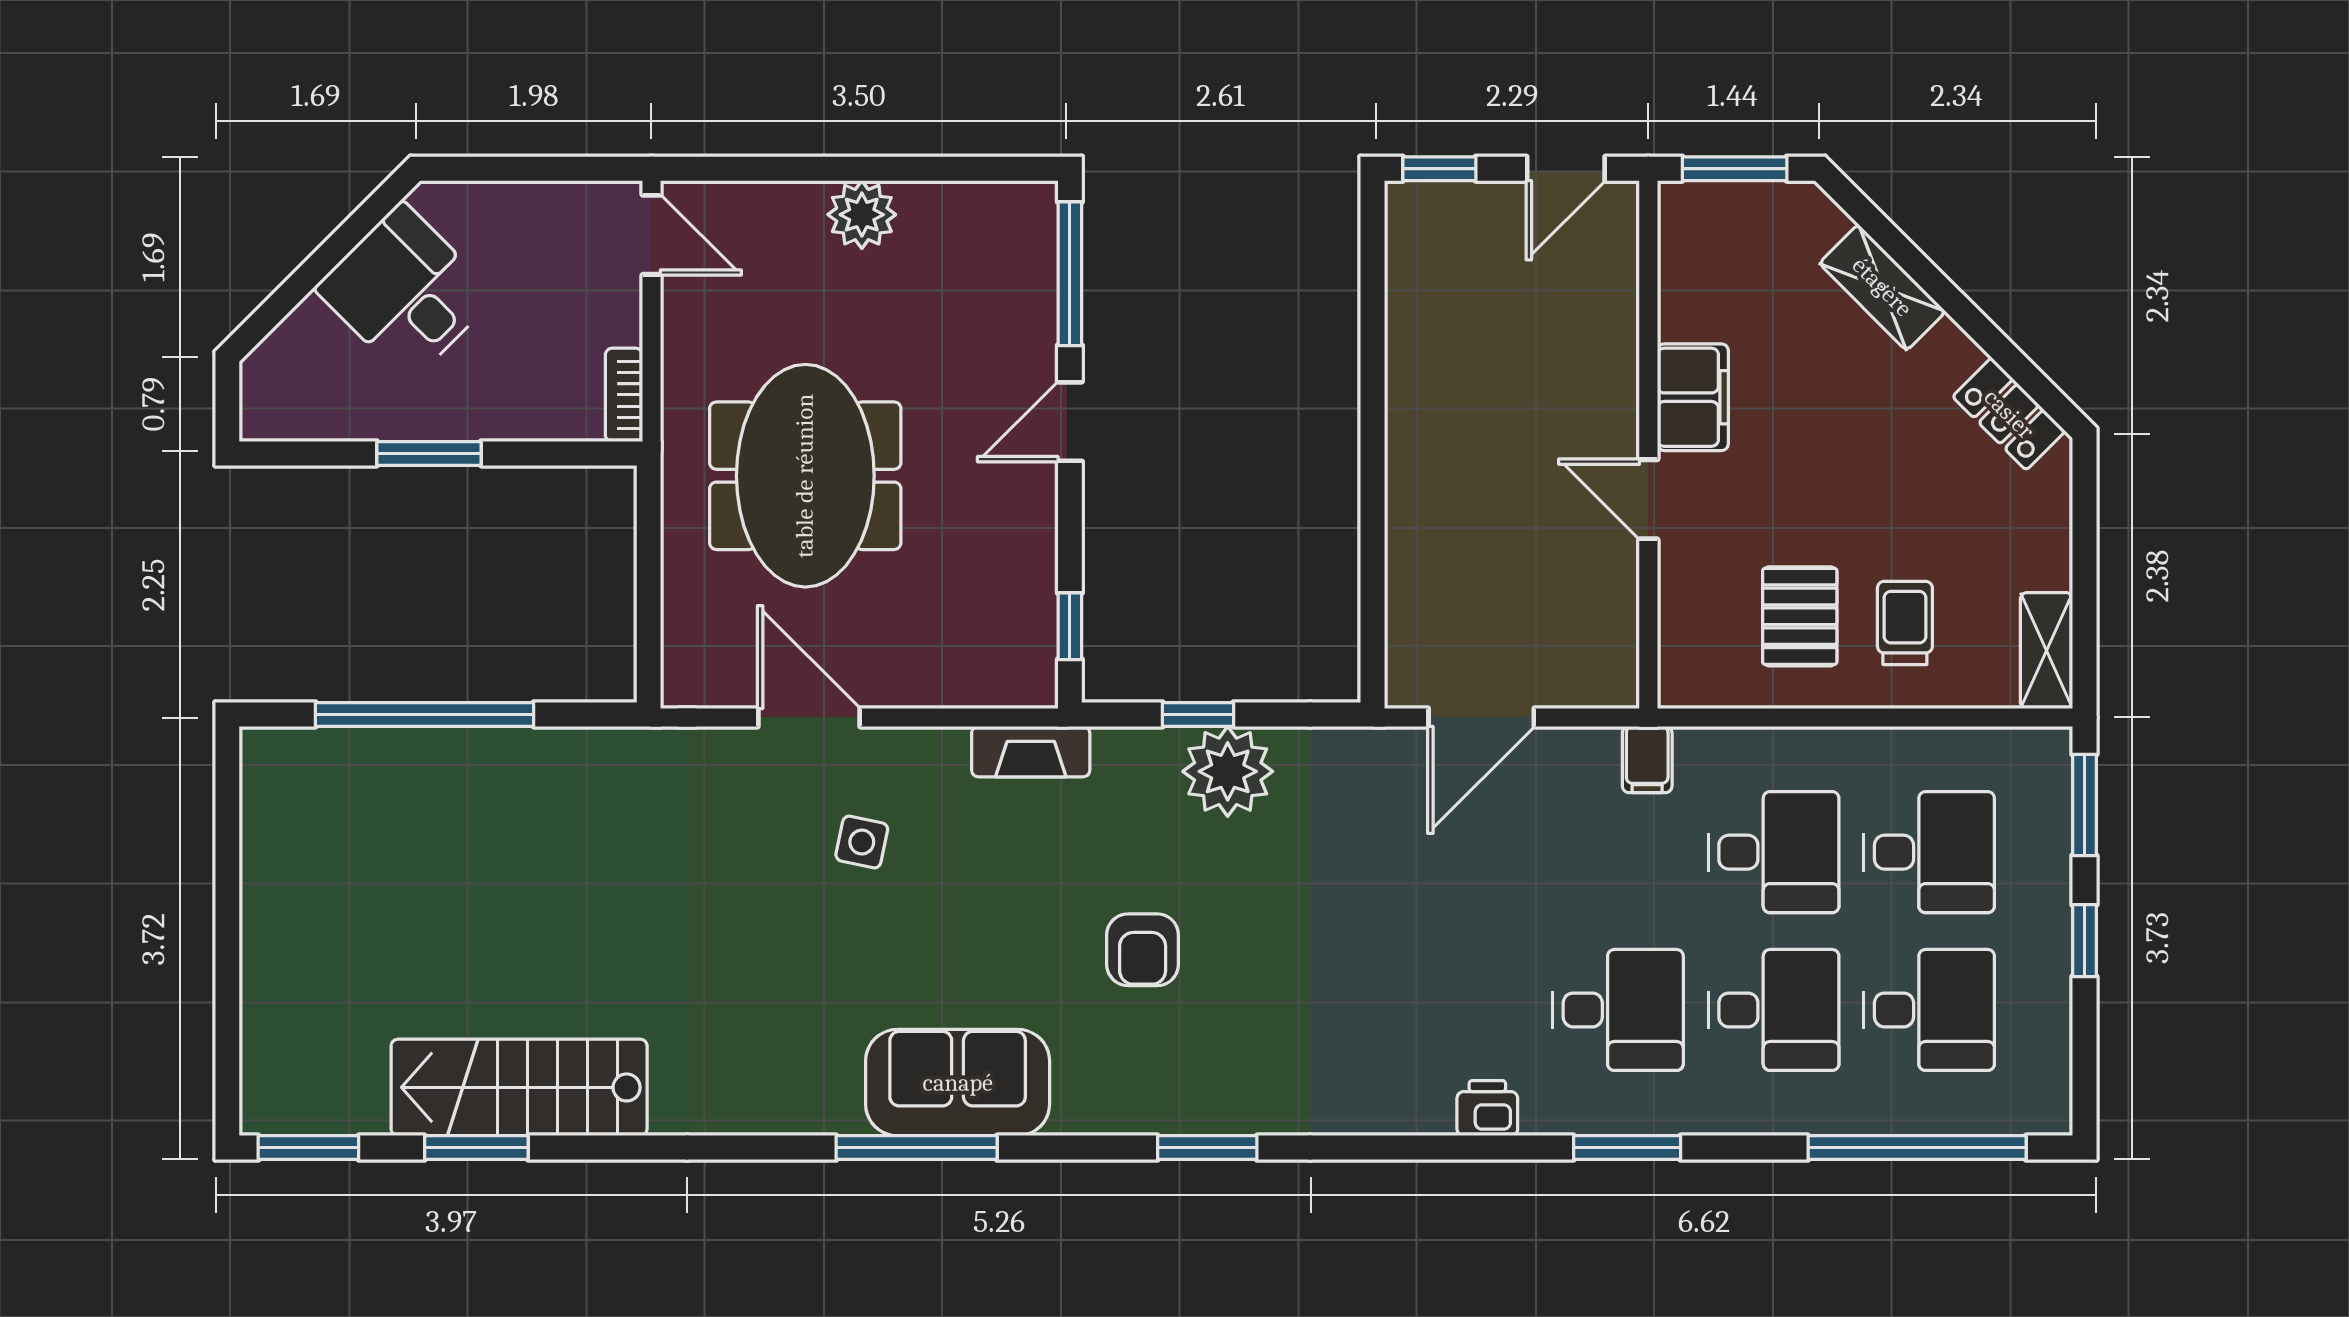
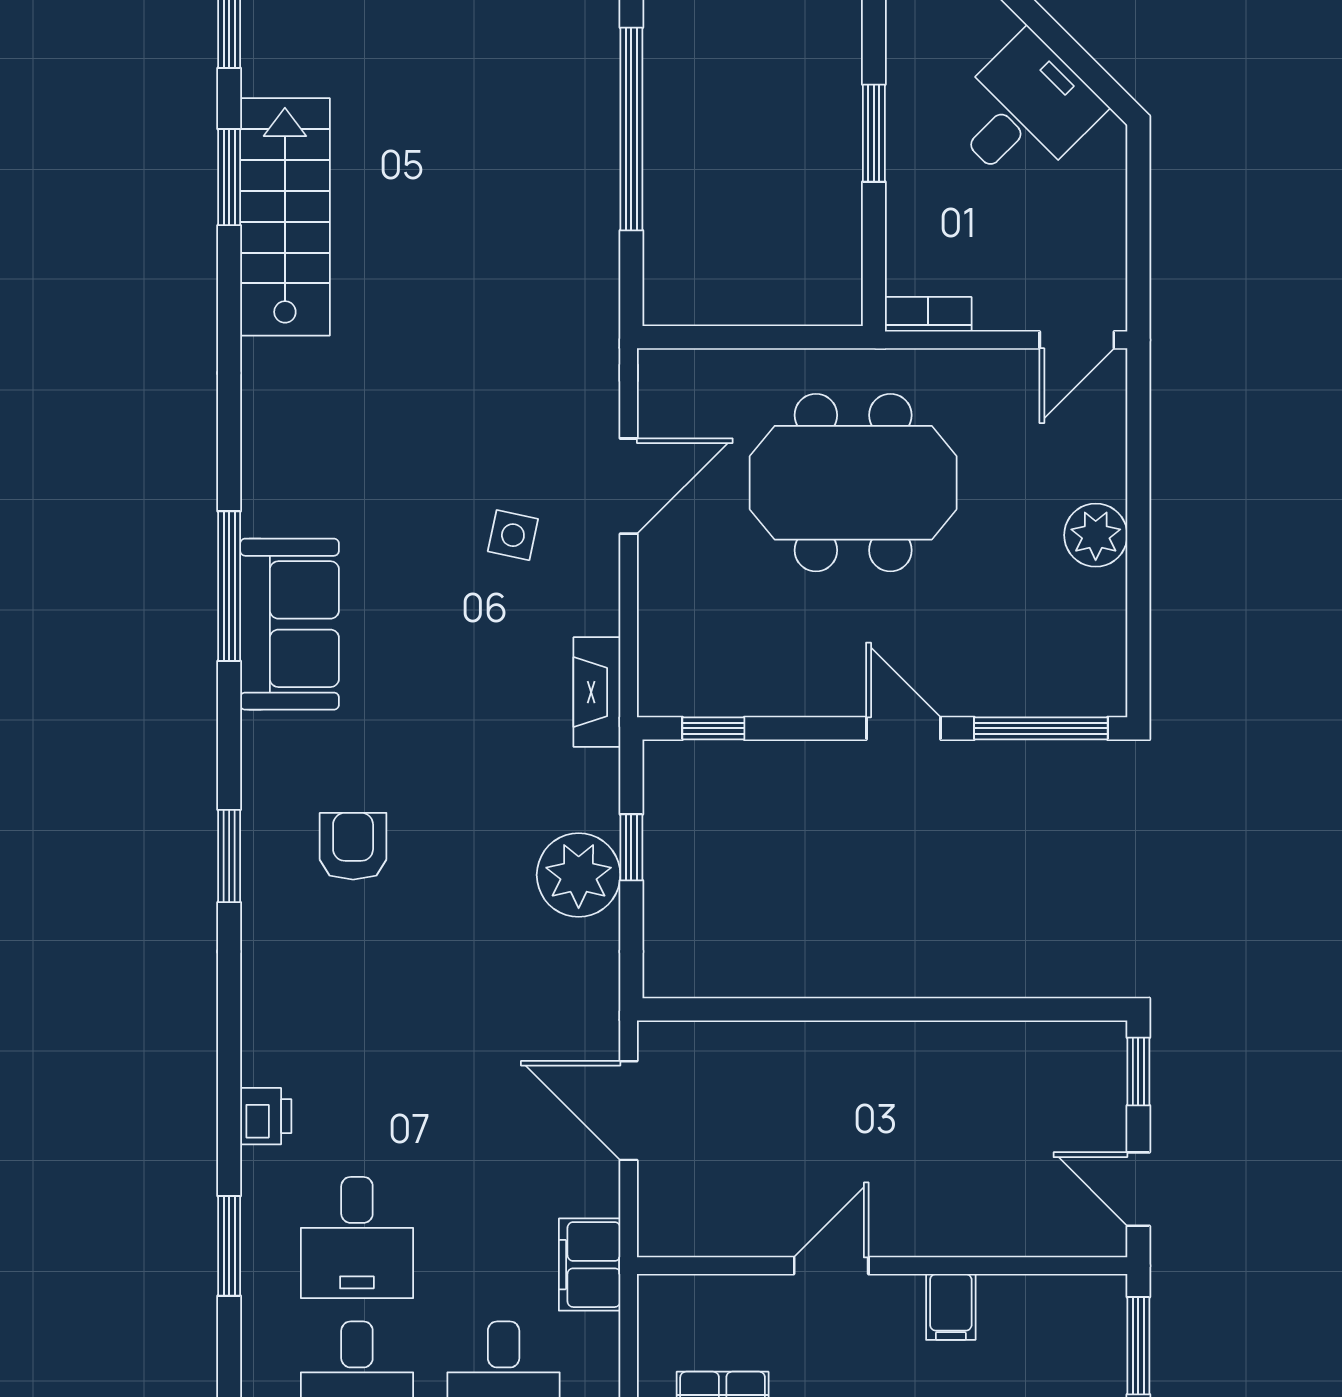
filing cabinet: (1693, 397) -> (951, 1307), width x0.50
filing cabinet: (1647, 759) -> (590, 1265), width x2.00
armchair: (1143, 950) -> (353, 846), moved, turned 90

